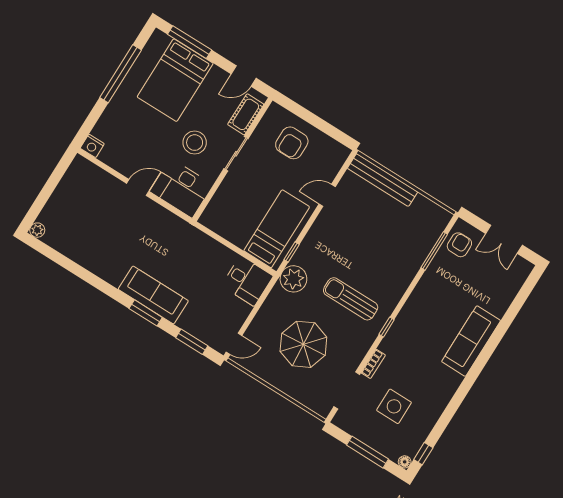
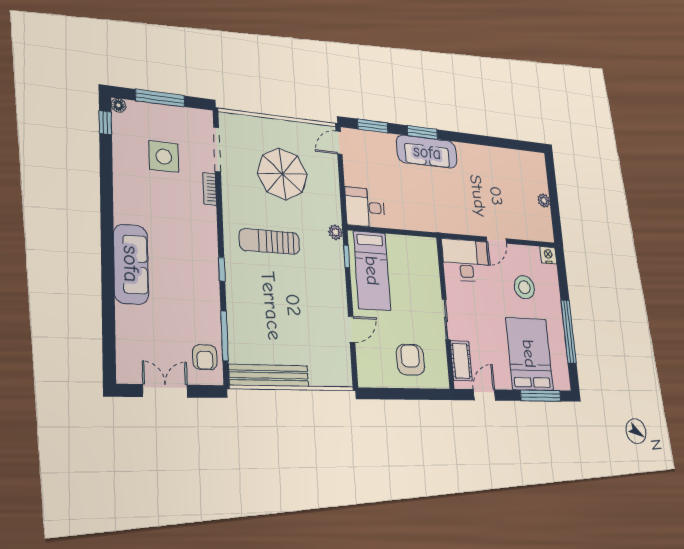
stool: (195, 143) -> (524, 287), moved
bench: (383, 180) -> (269, 375), moved
plant: (37, 230) -> (544, 201), moved
plant: (293, 279) -> (335, 232), width x0.53, depth x0.53
sun lounger: (351, 299) -> (270, 242), turned 180
window: (387, 327) -> (222, 269), moved

